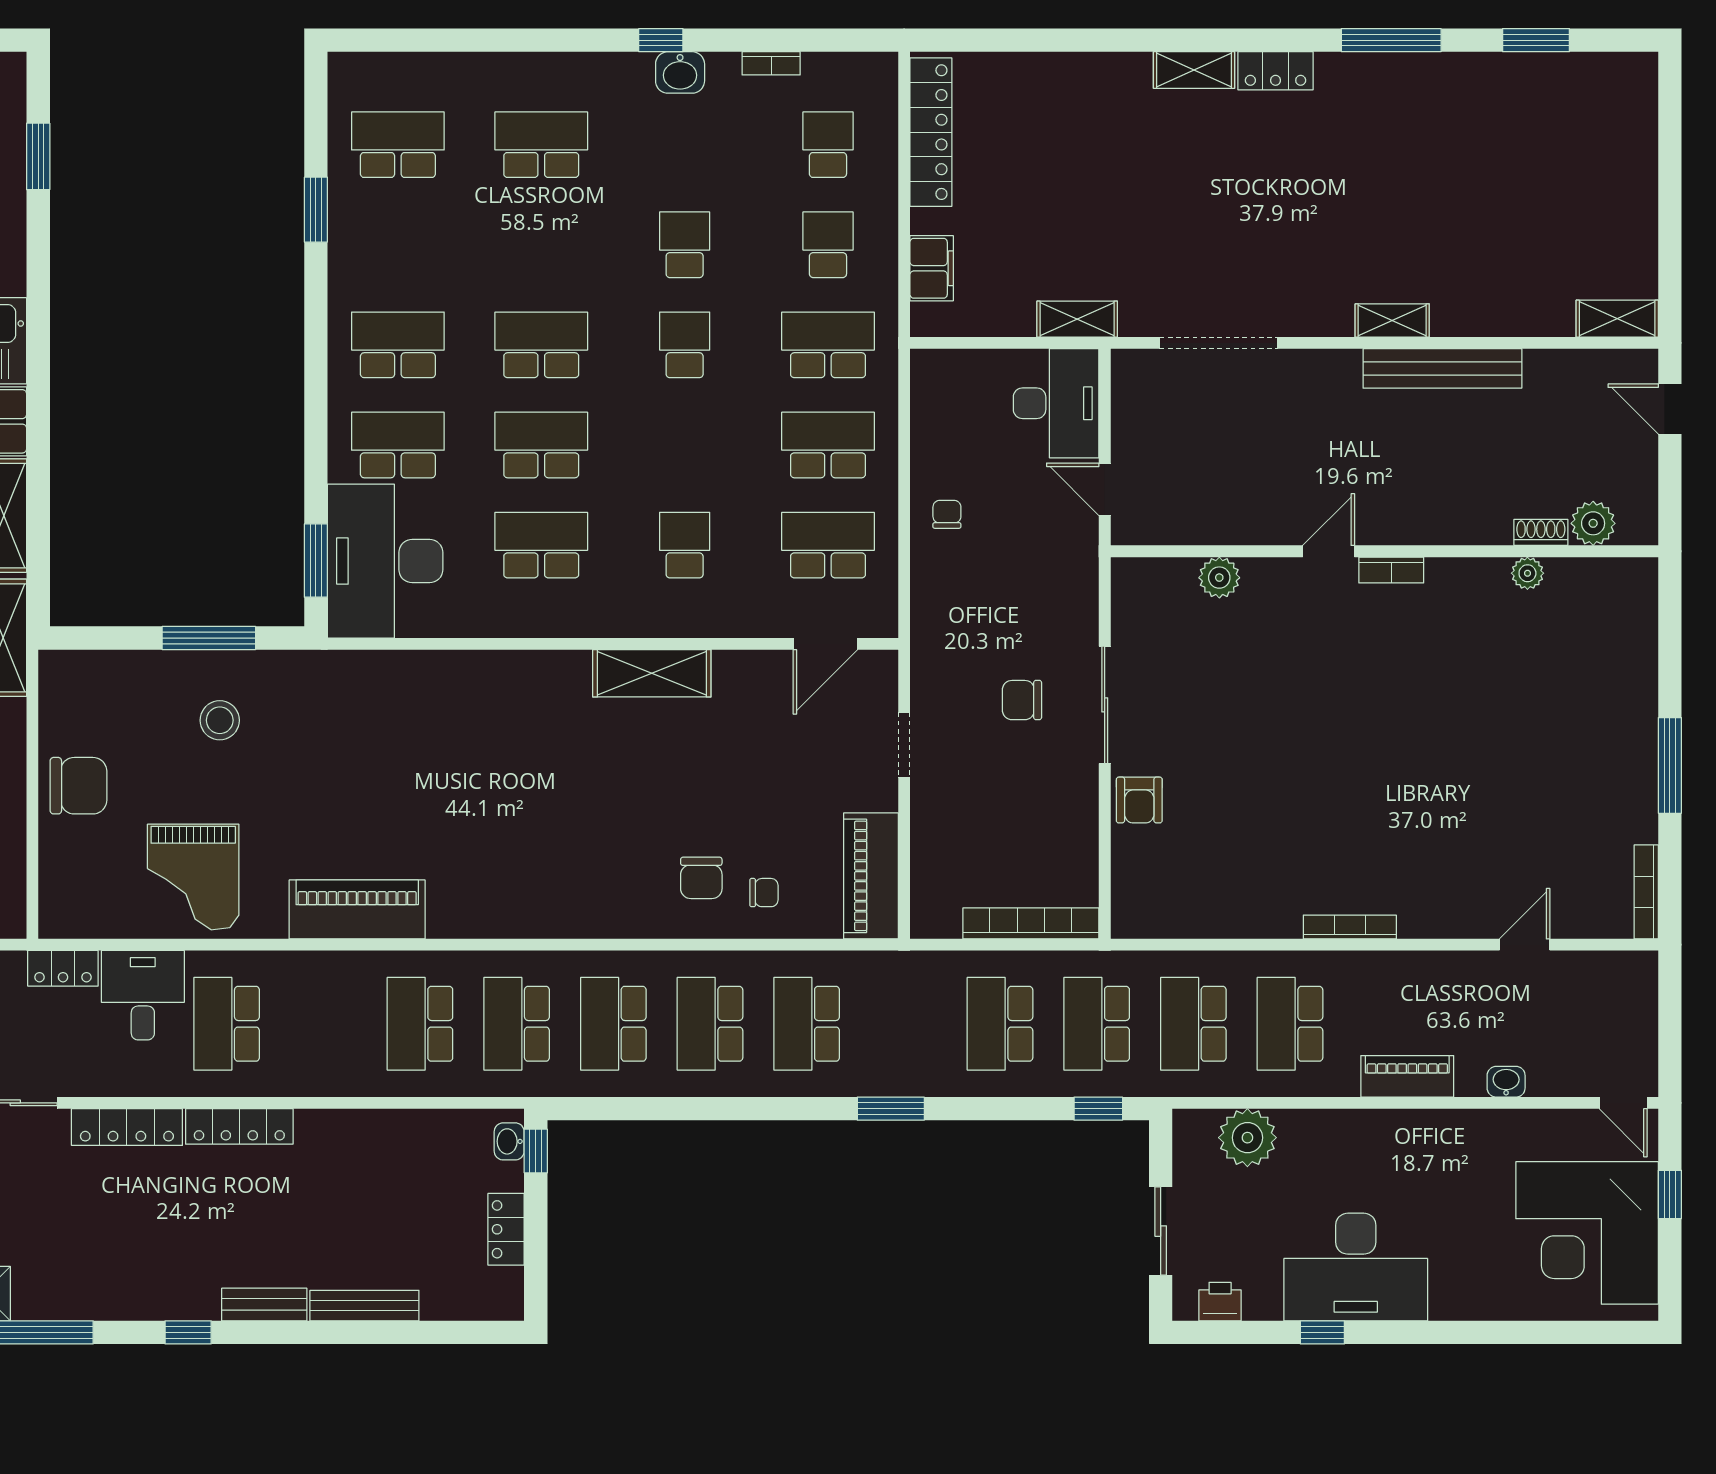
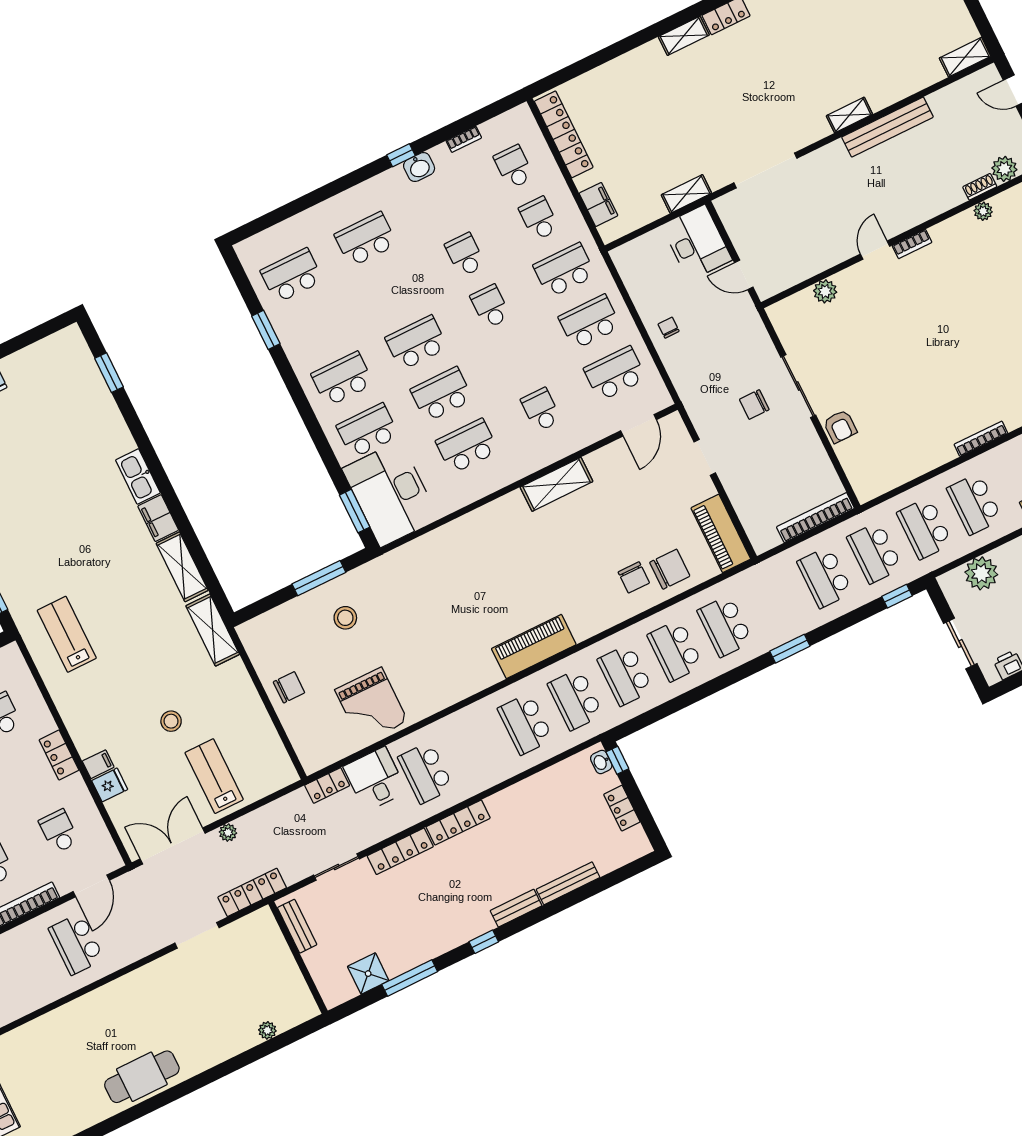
chair: (78, 786) -> (289, 687), width x0.73, depth x0.73
chair: (764, 893) -> (670, 569), width x1.87, depth x1.87
piano: (357, 909) -> (534, 647), moved

